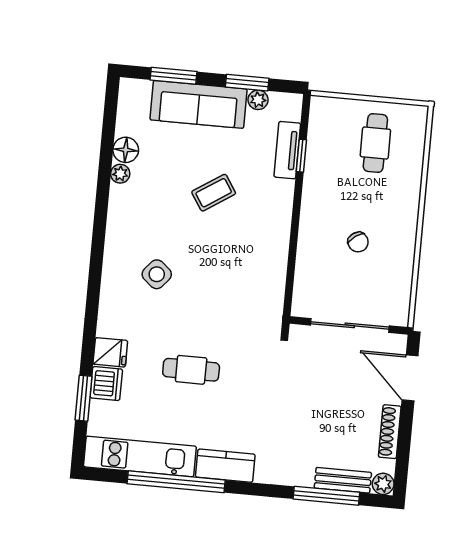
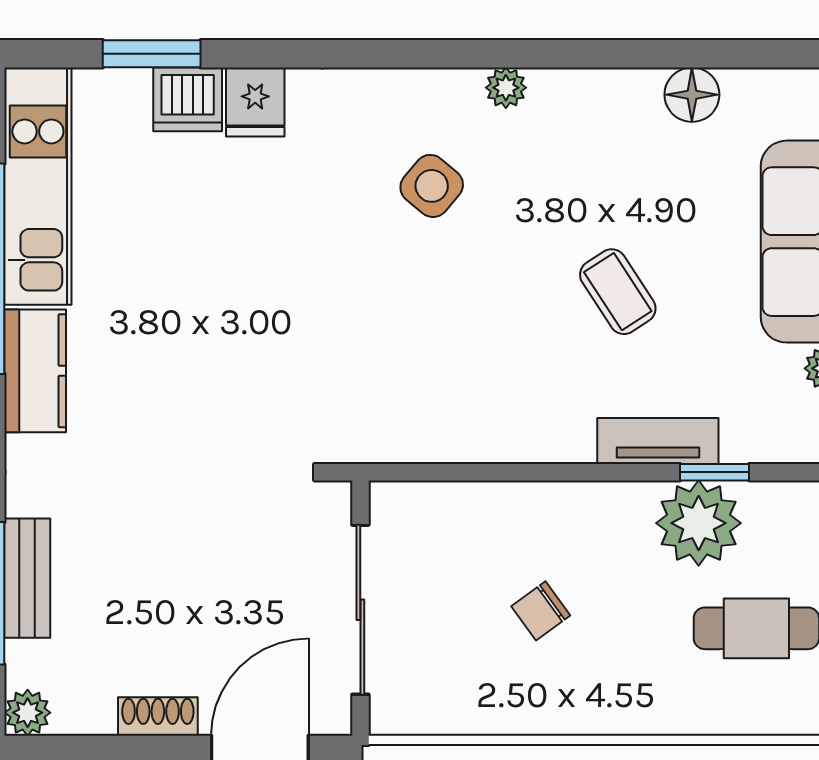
tv unit: (287, 150) -> (658, 441), moved
plant: (324, 165) -> (699, 523), added
plant: (120, 174) -> (506, 88), moved
cafe table: (191, 370) -> (234, 278), removed
shoe rack: (390, 432) -> (158, 716), width x0.70
bench: (343, 480) -> (27, 578), moved

